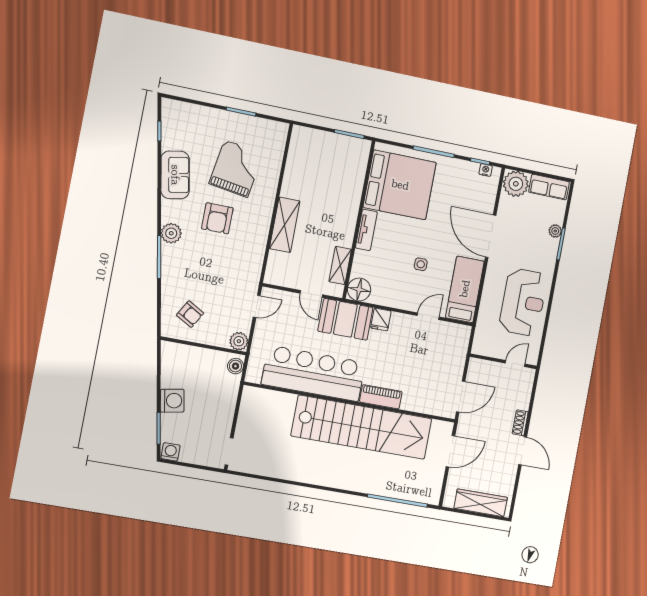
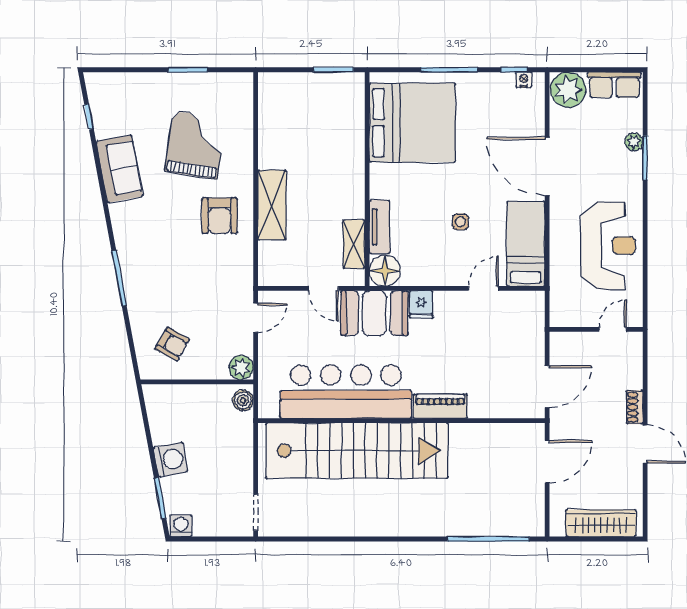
armchair: (217, 218) -> (219, 216), moved
tv unit: (366, 230) -> (380, 227), moved
plant: (171, 233) -> (129, 245), removed
stairs: (362, 427) -> (357, 451), moved

